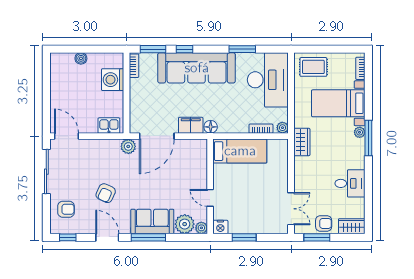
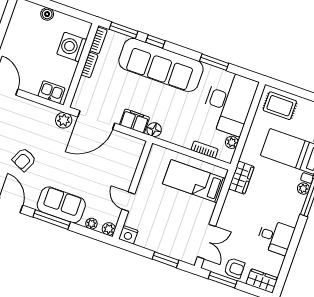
bookcase: (134, 90) -> (89, 65), added
plant: (282, 128) -> (232, 142), moved
bed: (240, 151) -> (194, 181), moved, turned 180
plant: (185, 224) -> (91, 224), width x0.53, depth x0.53
window: (244, 237) -> (166, 260), moved

